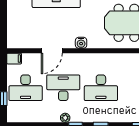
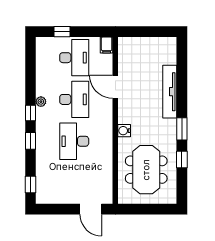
water cooler: (81, 43) -> (124, 131), moved
desk: (26, 88) -> (74, 58), turned 180

